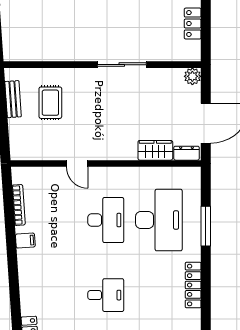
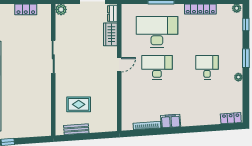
door: (77, 164) -> (119, 65), moved
filing cabinet: (25, 241) -> (171, 121), width x2.00

